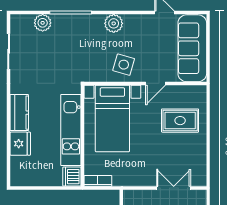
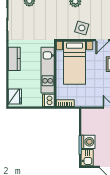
fridge: (20, 144) -> (15, 96), moved

